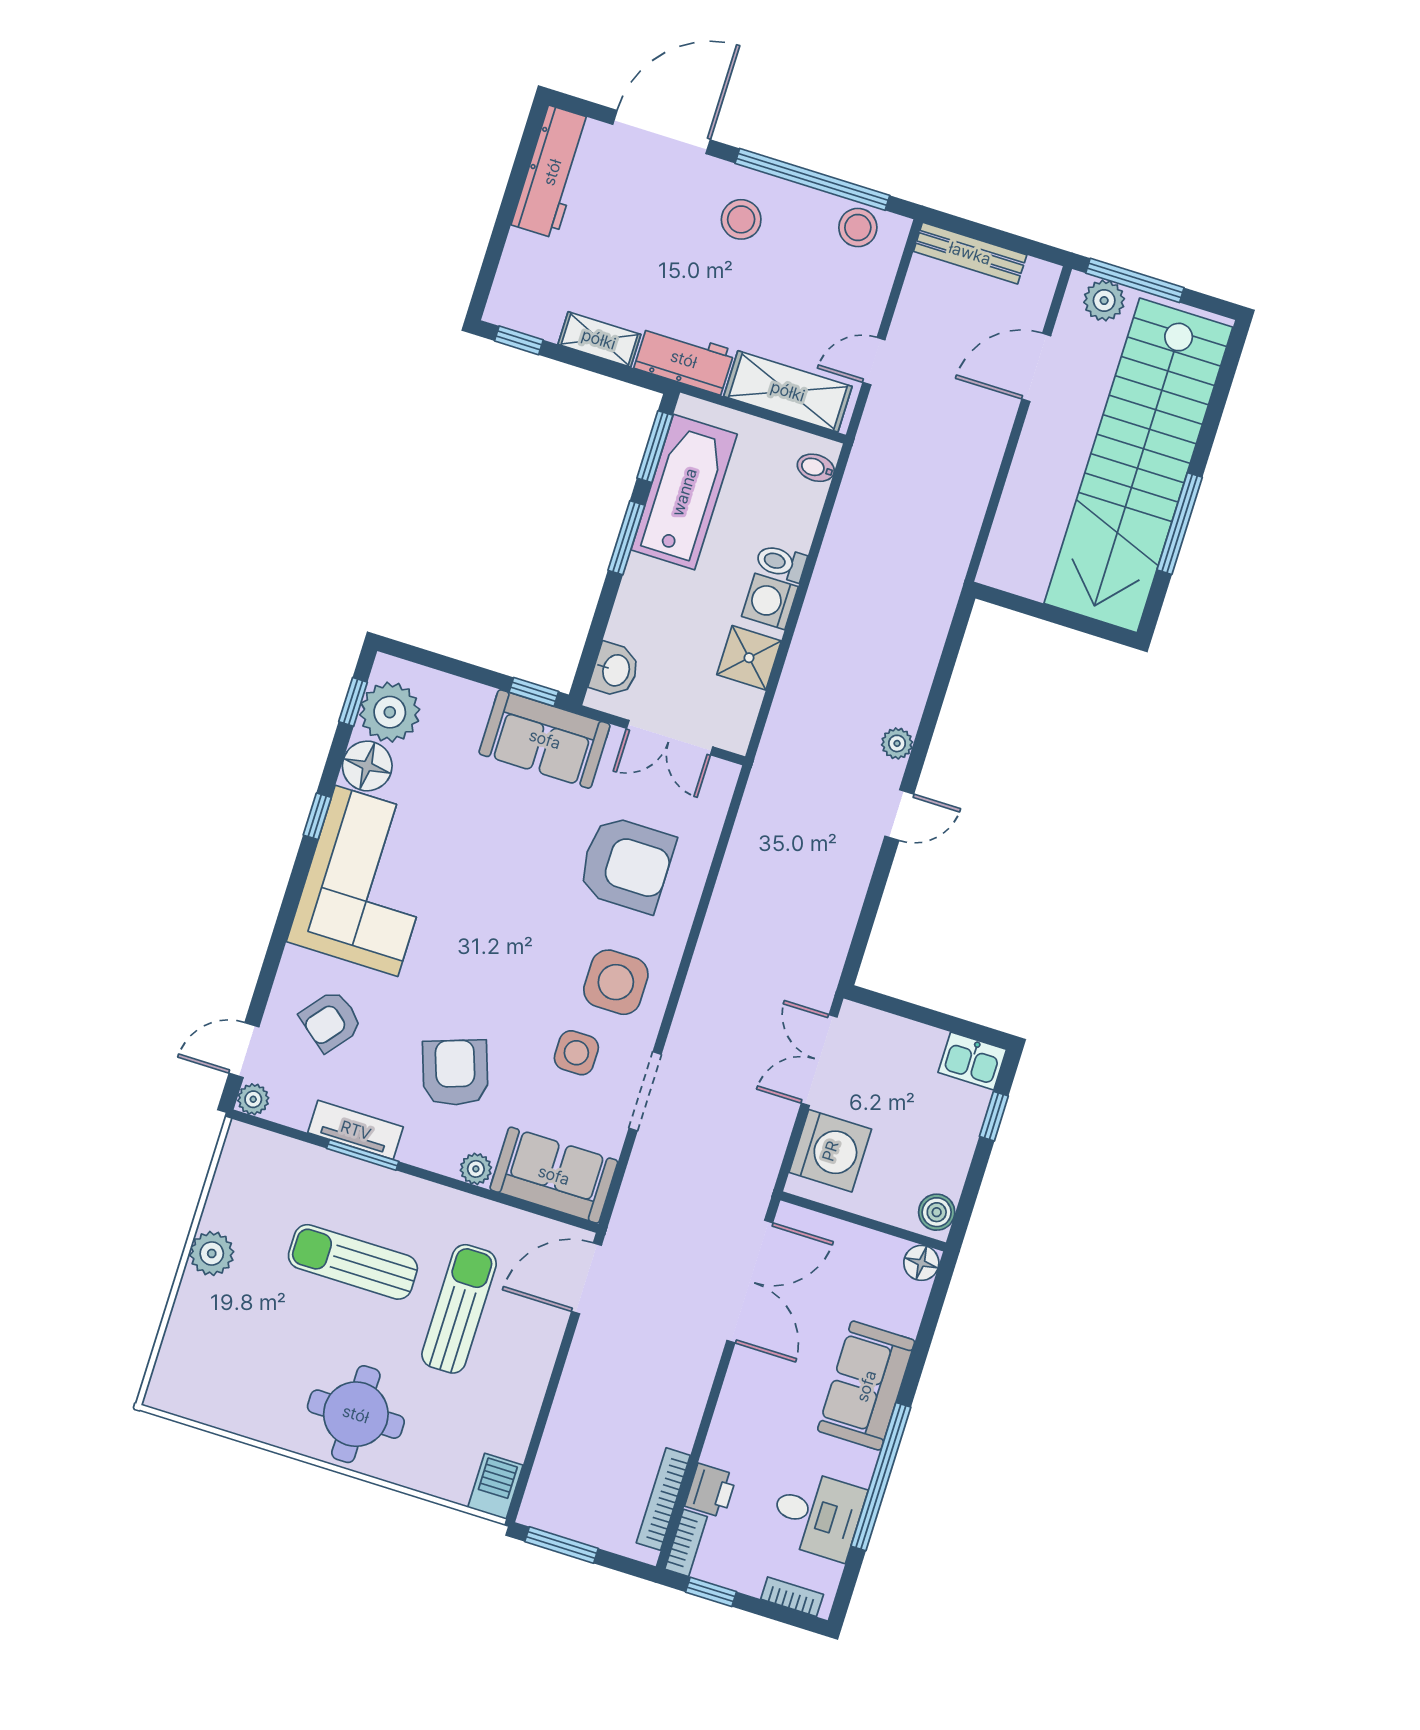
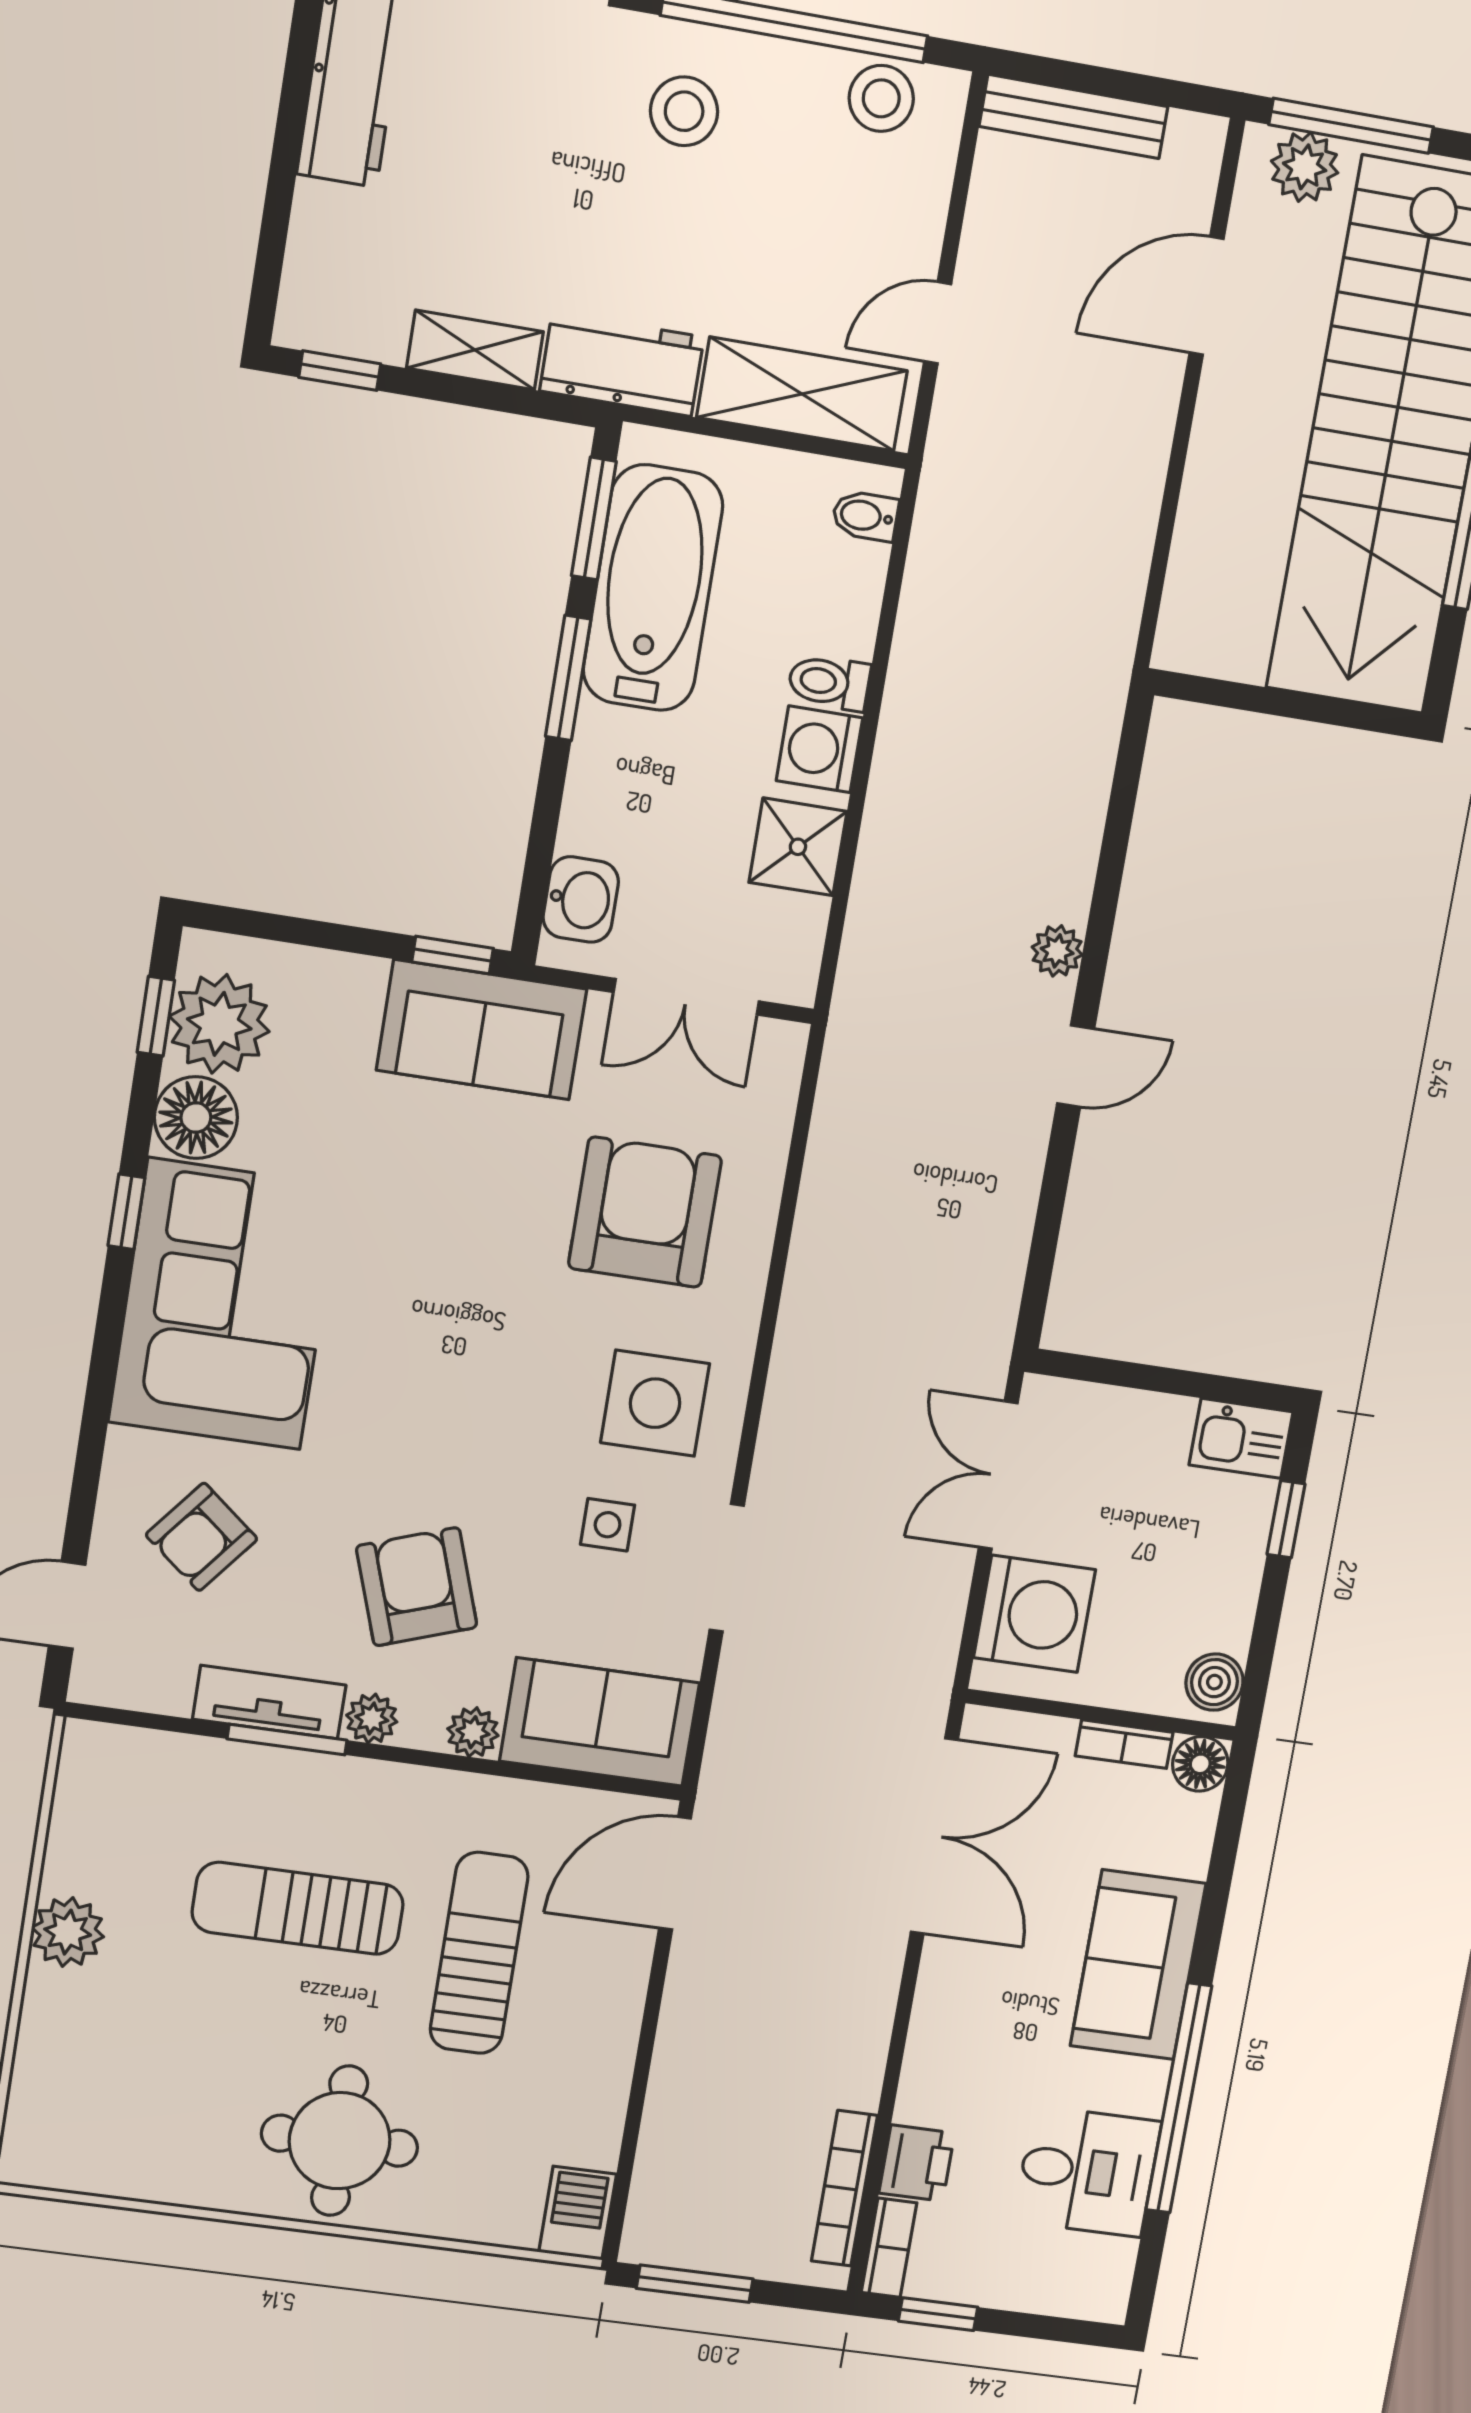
armchair: (626, 864) -> (645, 1212), turned -90
side table: (576, 1053) -> (608, 1525), width x0.73, depth x0.73
plant: (253, 1099) -> (372, 1718), moved
bookcase: (792, 1597) -> (1124, 1744), moved, turned 180

